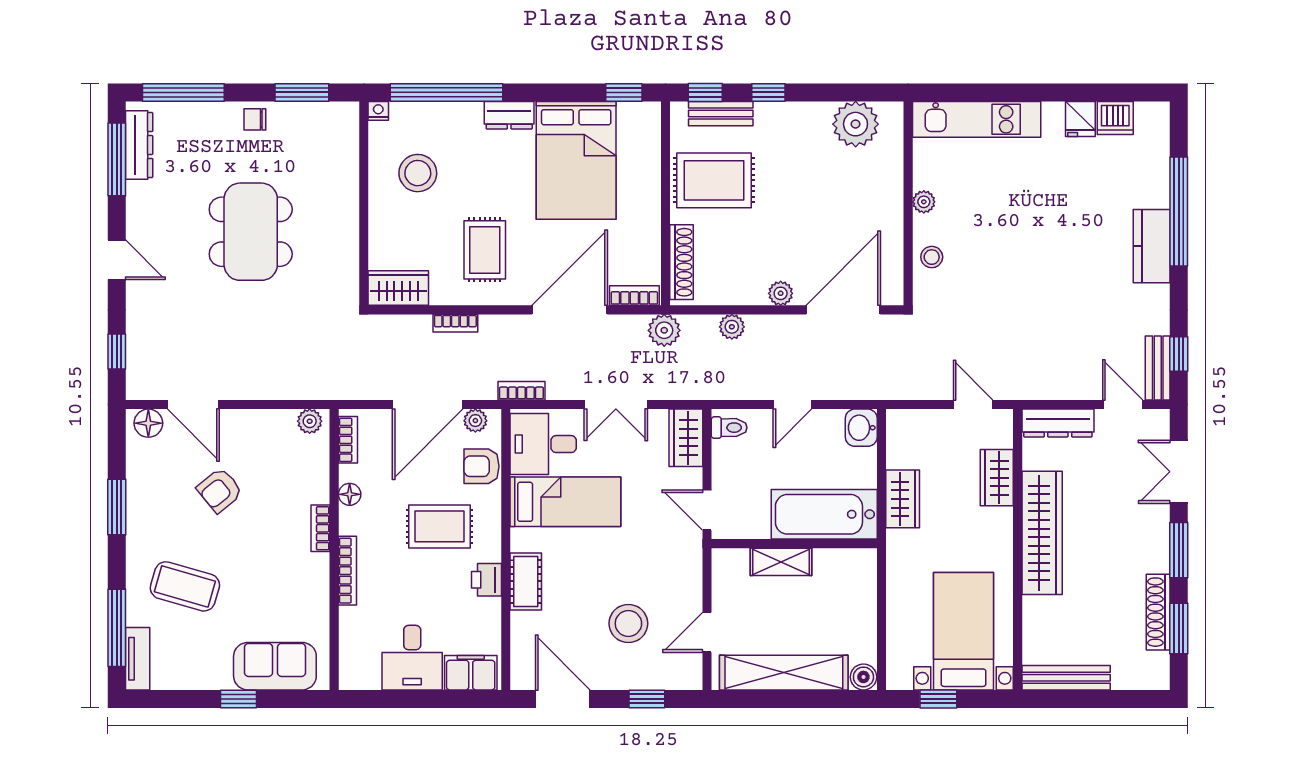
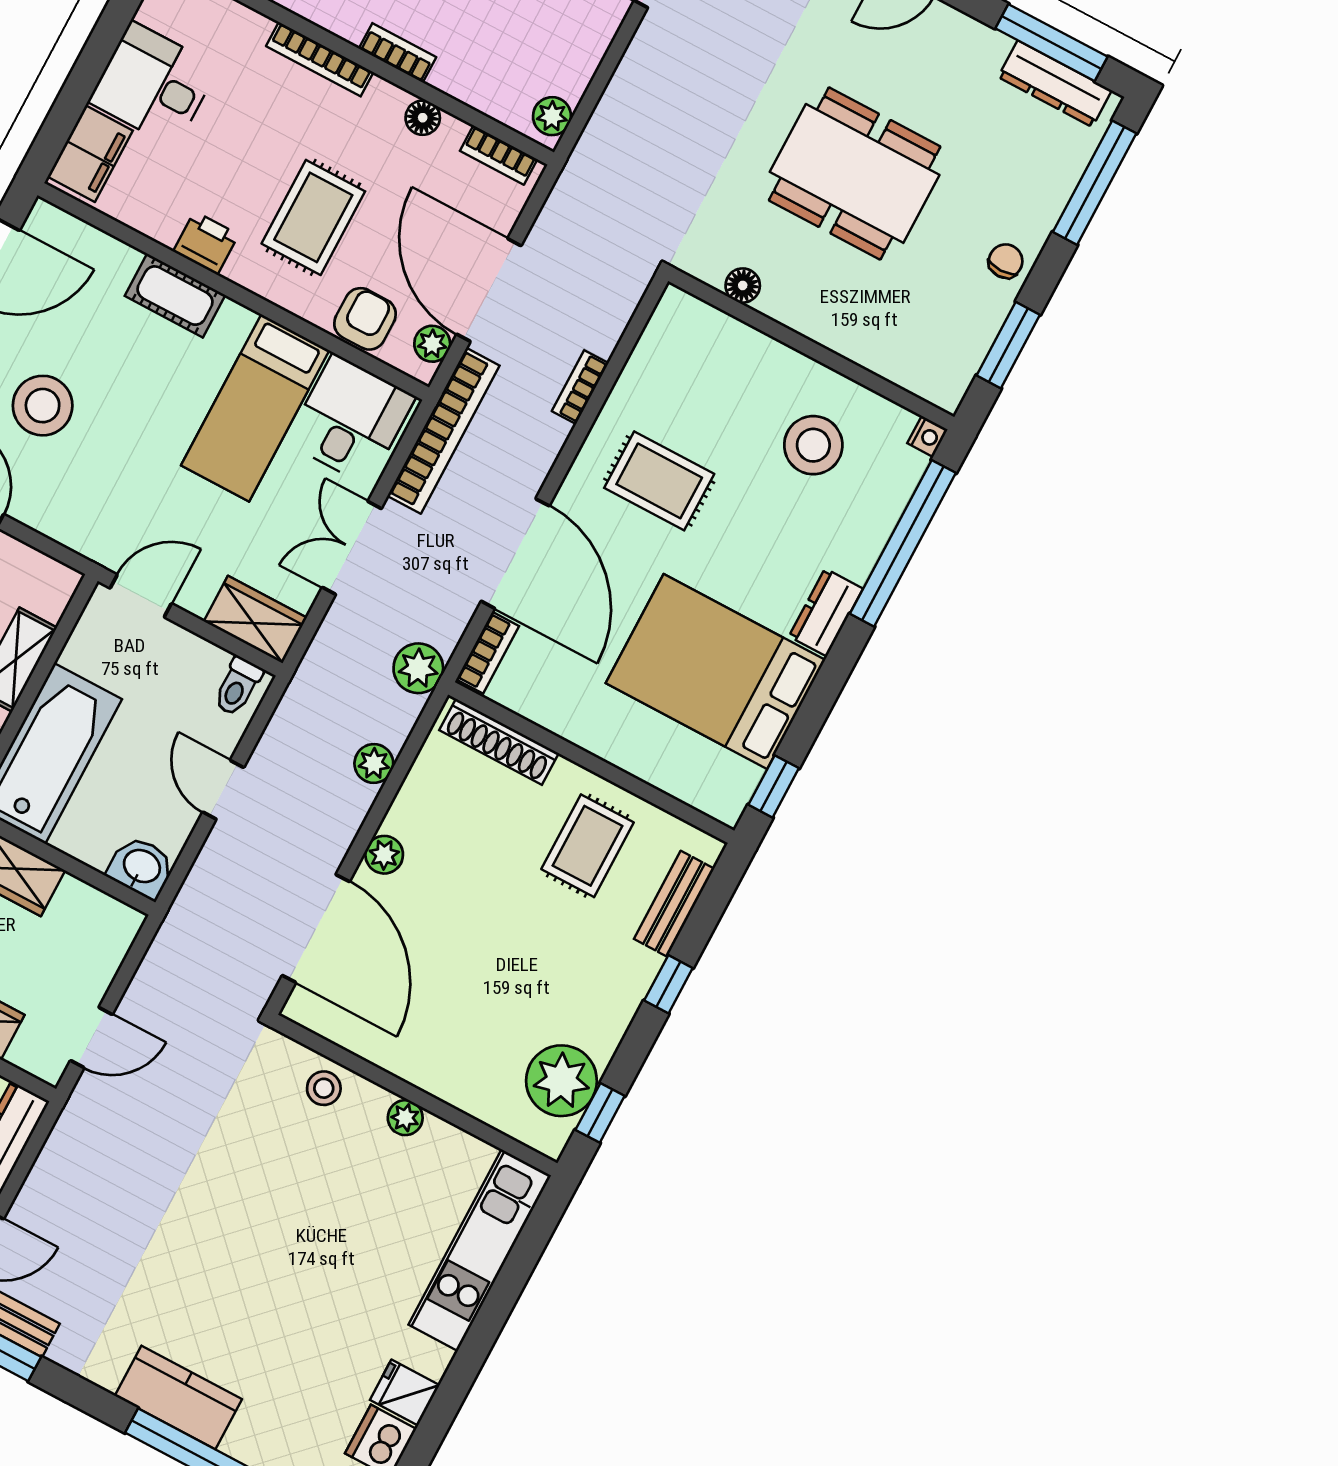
window: (705, 92) -> (600, 1113), moved
rug: (714, 180) -> (588, 846), width x0.73, depth x0.70
floor lamp: (348, 262) -> (743, 285), added
wardrobe: (398, 288) -> (670, 335), removed
bookcase: (521, 391) -> (443, 431), width x2.31, depth x1.31

